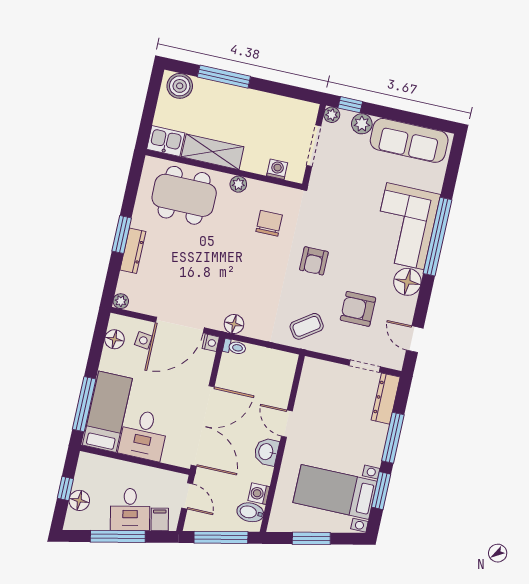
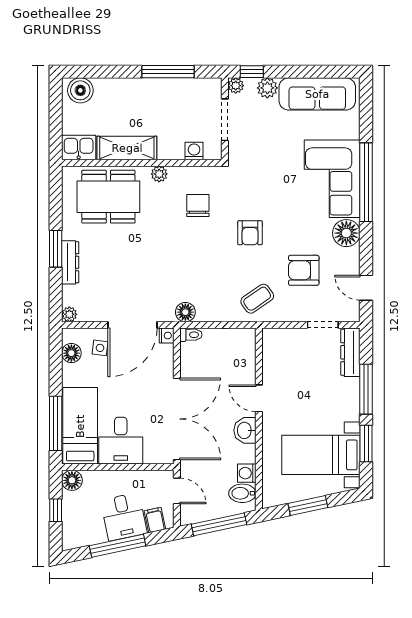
window: (224, 77) -> (168, 72), moved
floor lamp: (79, 500) -> (72, 480), moved

